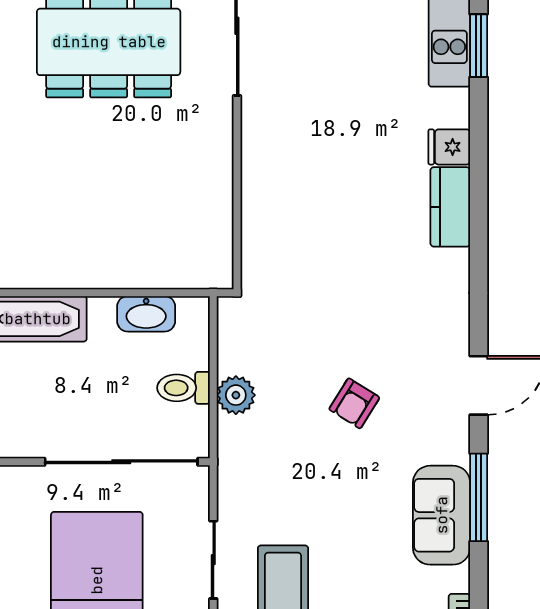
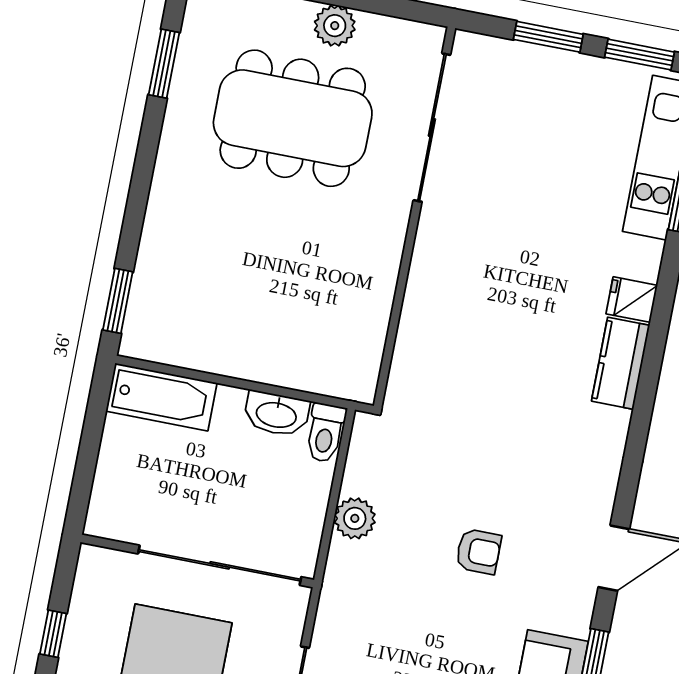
toilet: (184, 388) -> (325, 433), moved, turned -90
armchair: (354, 403) -> (478, 551), turned -122

